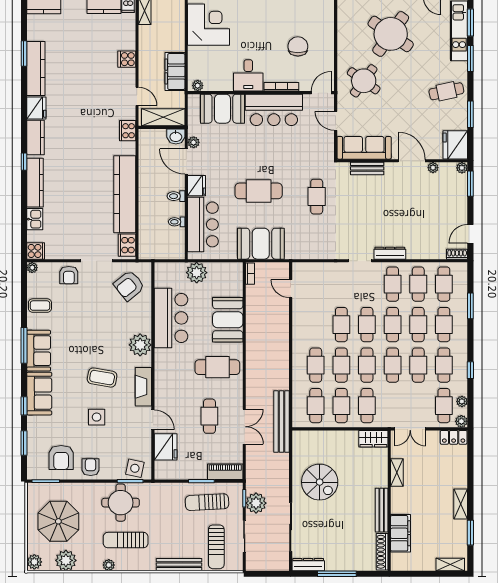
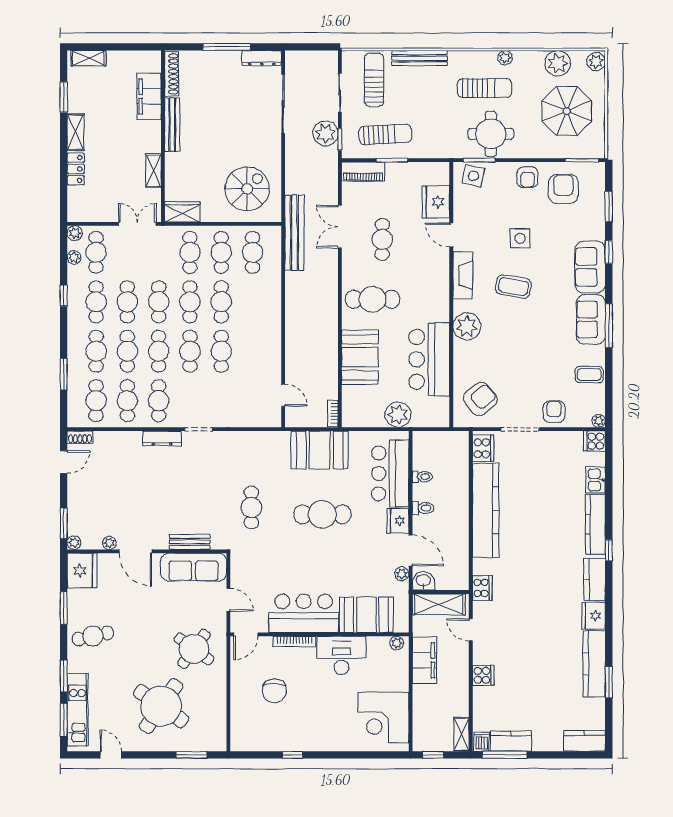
desk: (248, 75) -> (342, 655), width x1.37
cafe table: (316, 365) -> (253, 302), removed
locker: (454, 437) -> (76, 169), moved, turned 90
spiral stairs: (320, 482) -> (247, 189), moved, turned 90

